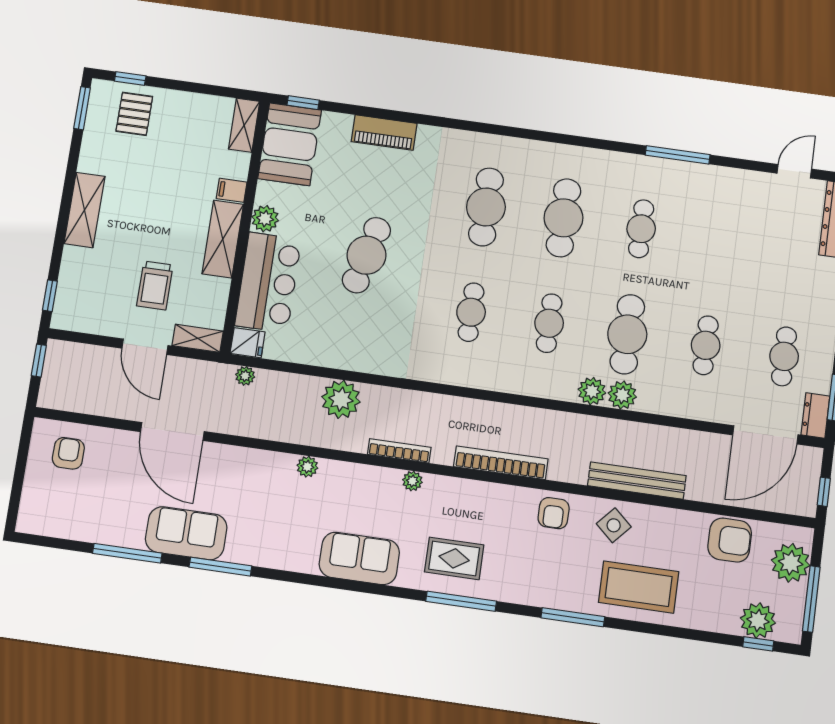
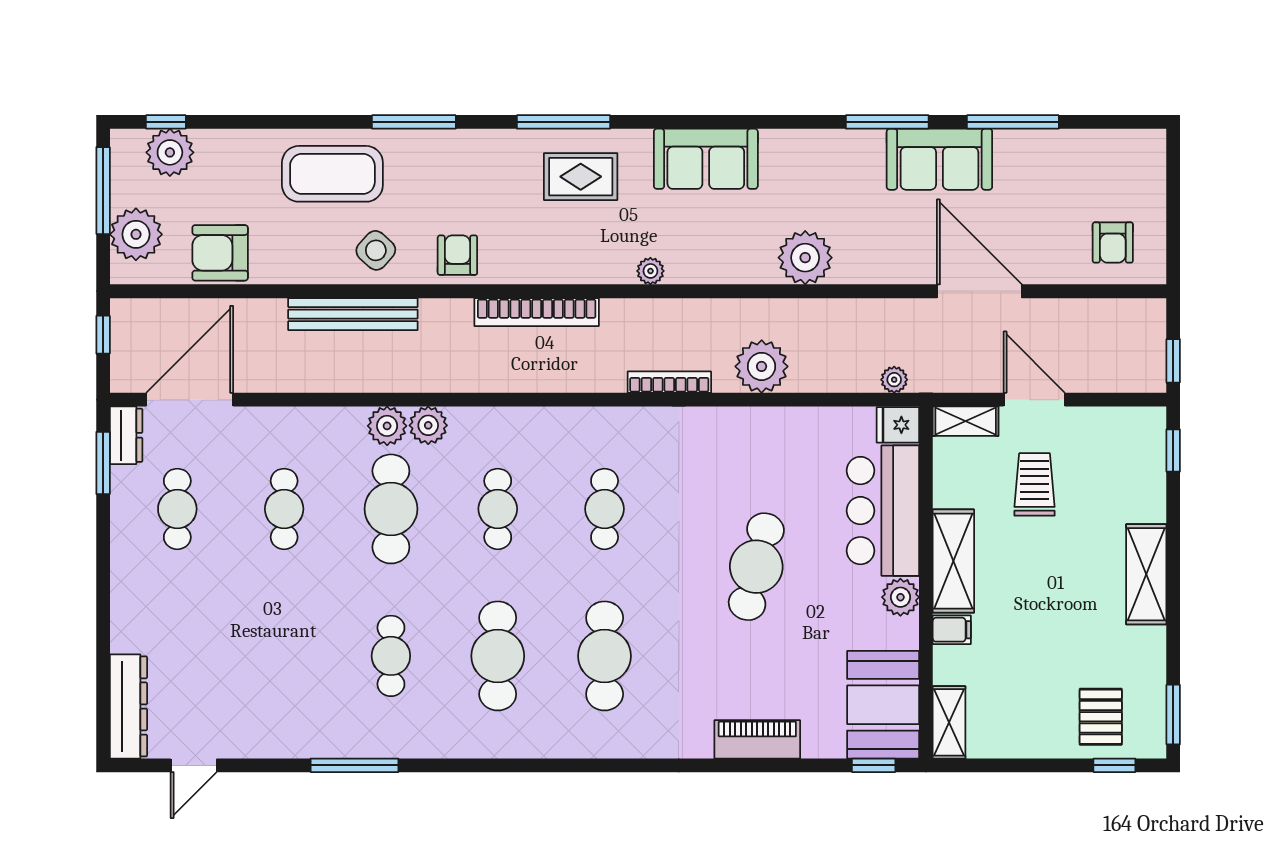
bookcase: (399, 451) -> (669, 382), moved, turned 180
plant: (307, 467) -> (805, 258), width x1.87, depth x1.87

